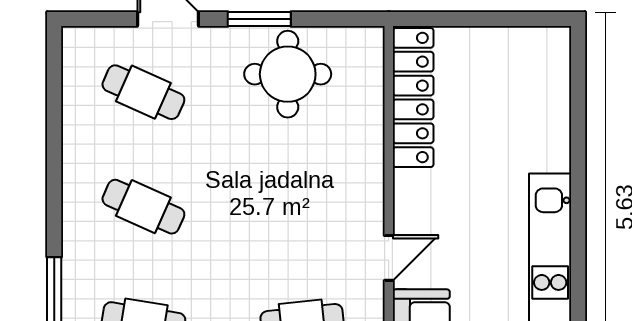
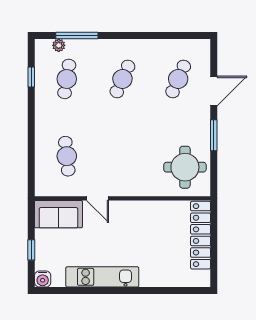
round table: (288, 74) -> (185, 167), moved
locker: (413, 97) -> (201, 235), moved, turned 90

